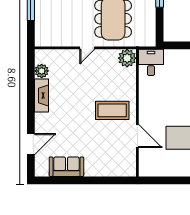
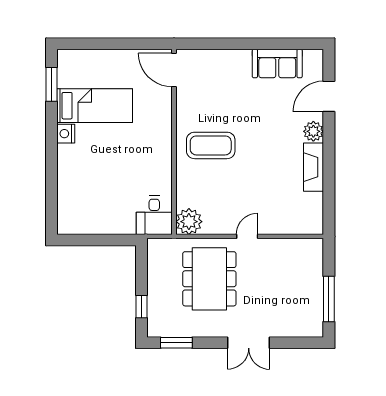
plant: (42, 71) -> (313, 131), moved
door: (137, 136) -> (174, 70), moved

